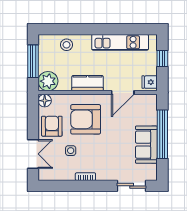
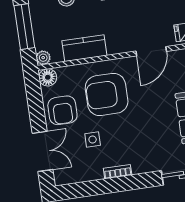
plant: (48, 81) -> (43, 58), width x0.53, depth x0.53
kitchen counter: (88, 83) -> (84, 48), moved
armchair: (52, 126) -> (62, 110), turned 180

